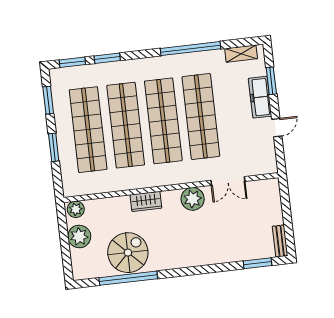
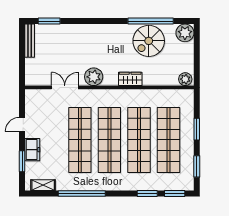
freezer: (260, 97) -> (32, 150), width x0.71
plant: (79, 237) -> (185, 33), moved
bench: (280, 241) -> (30, 41), width x1.36

